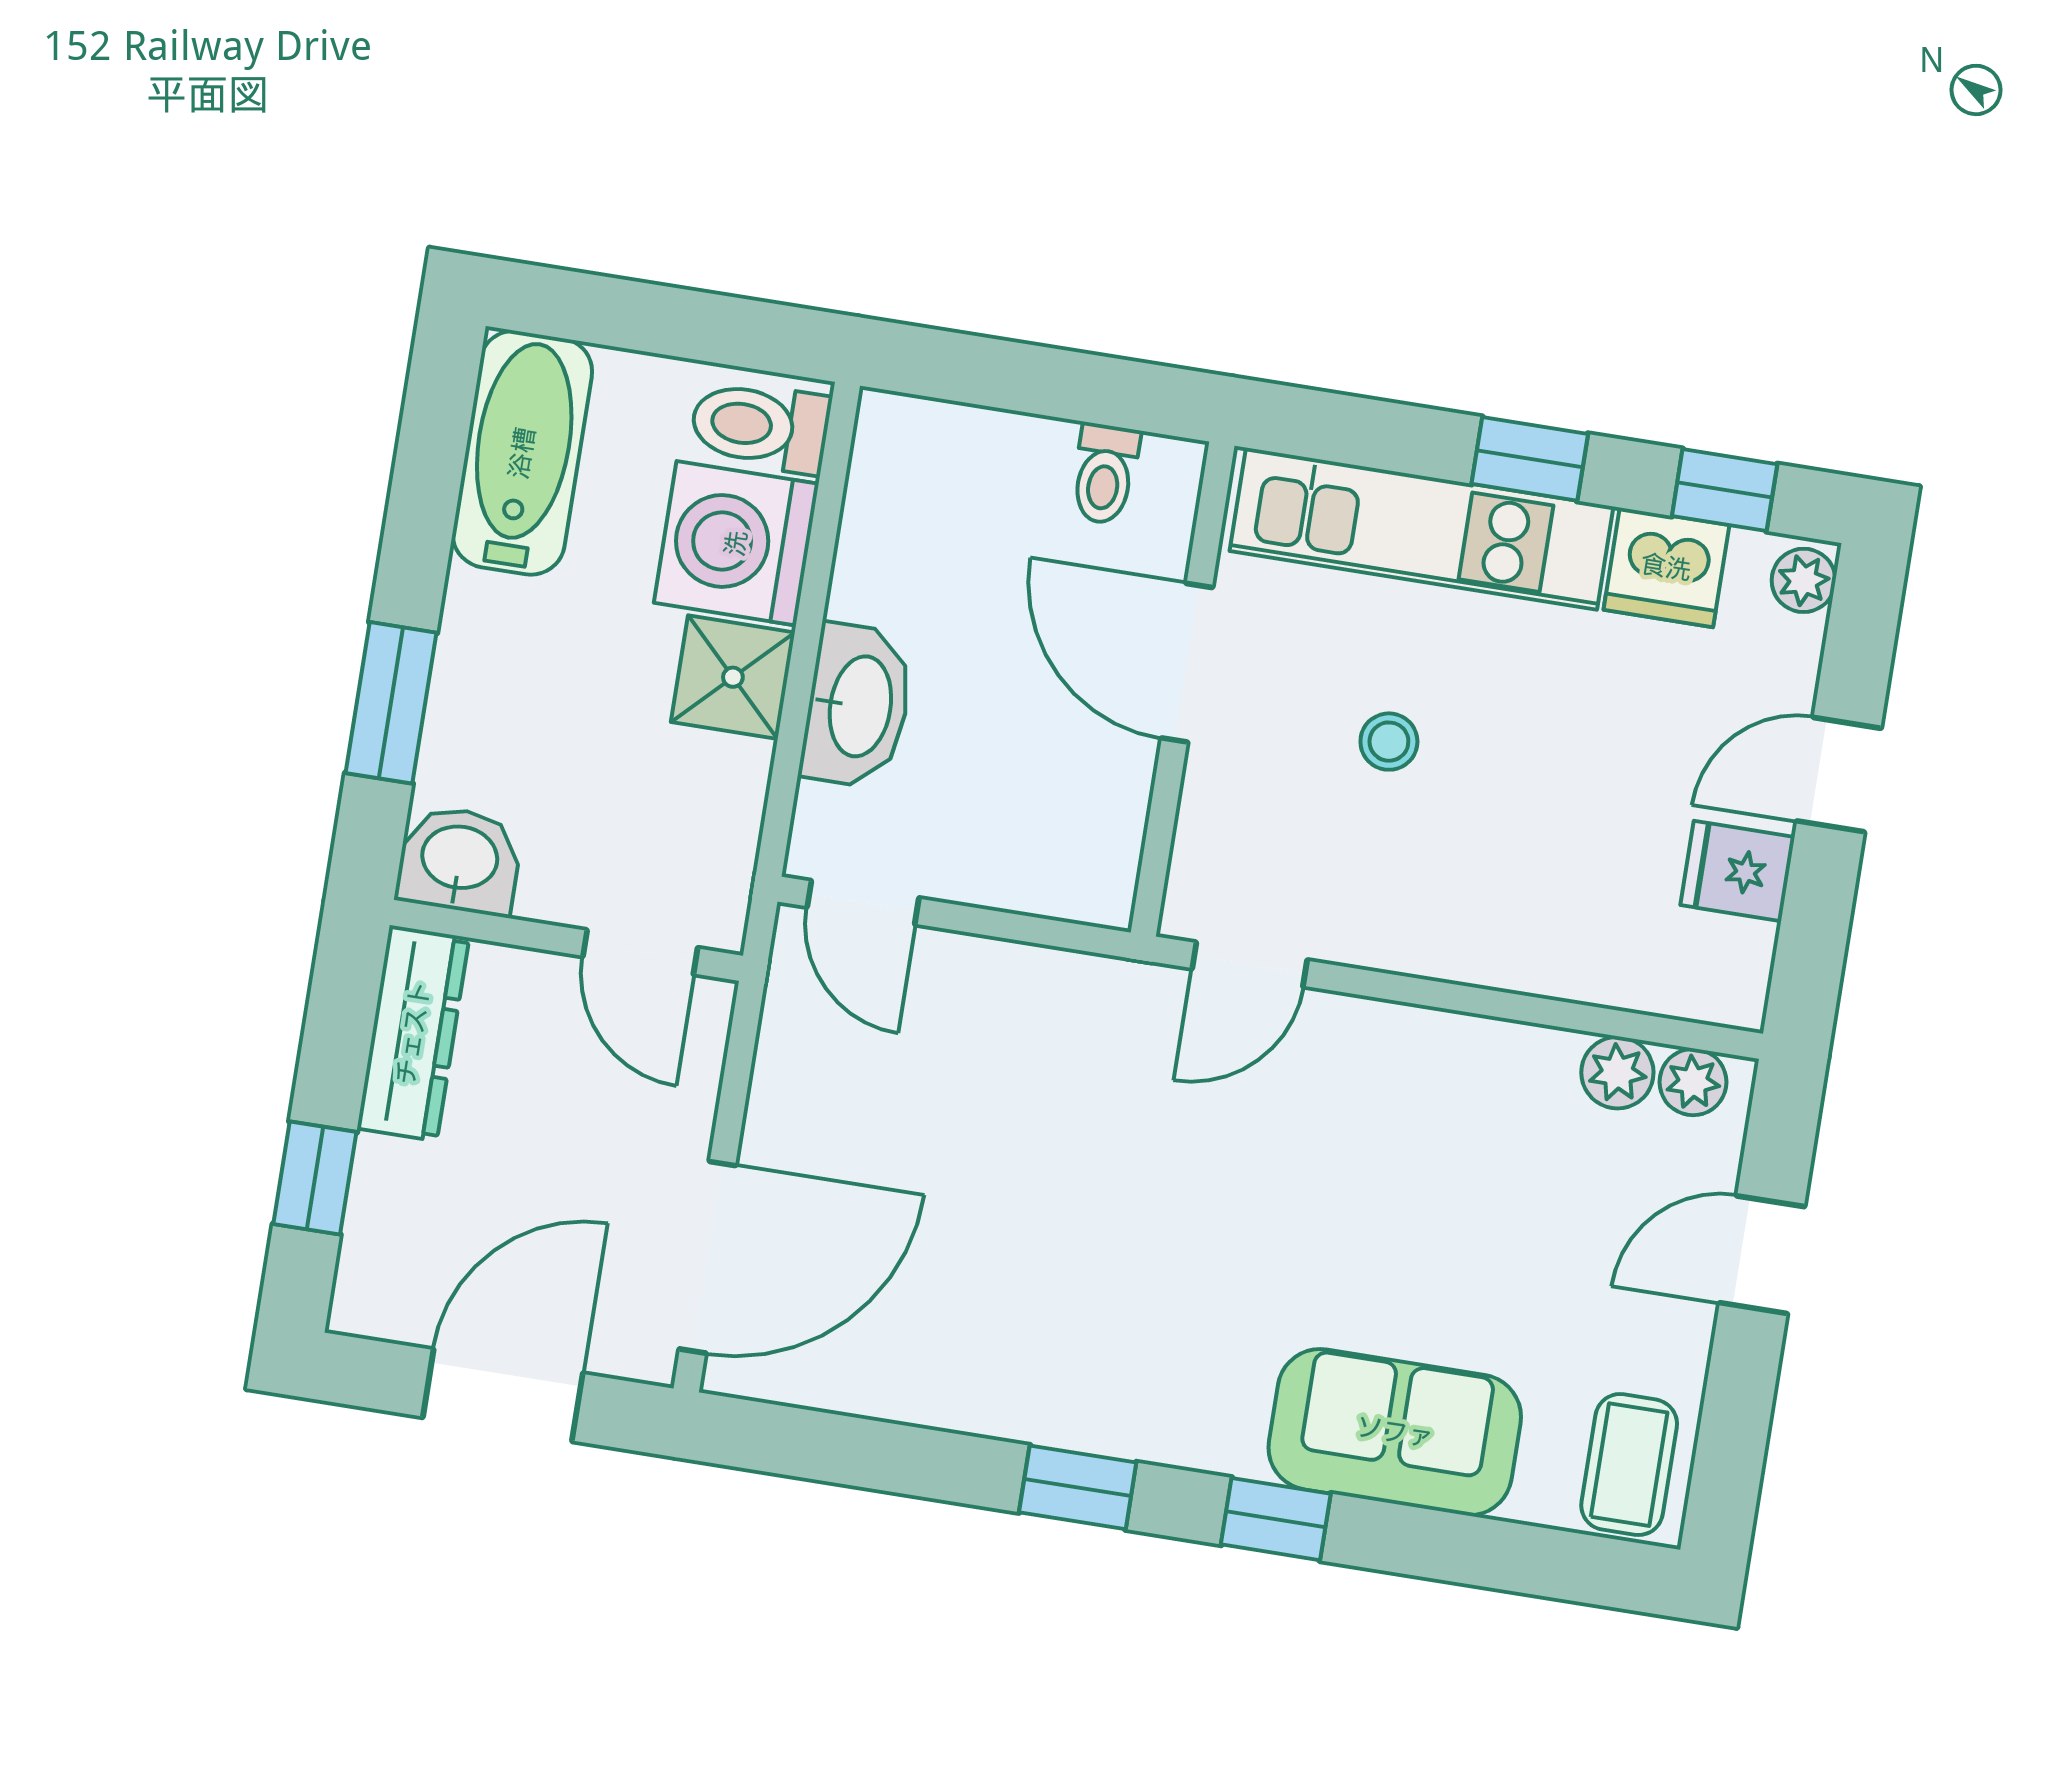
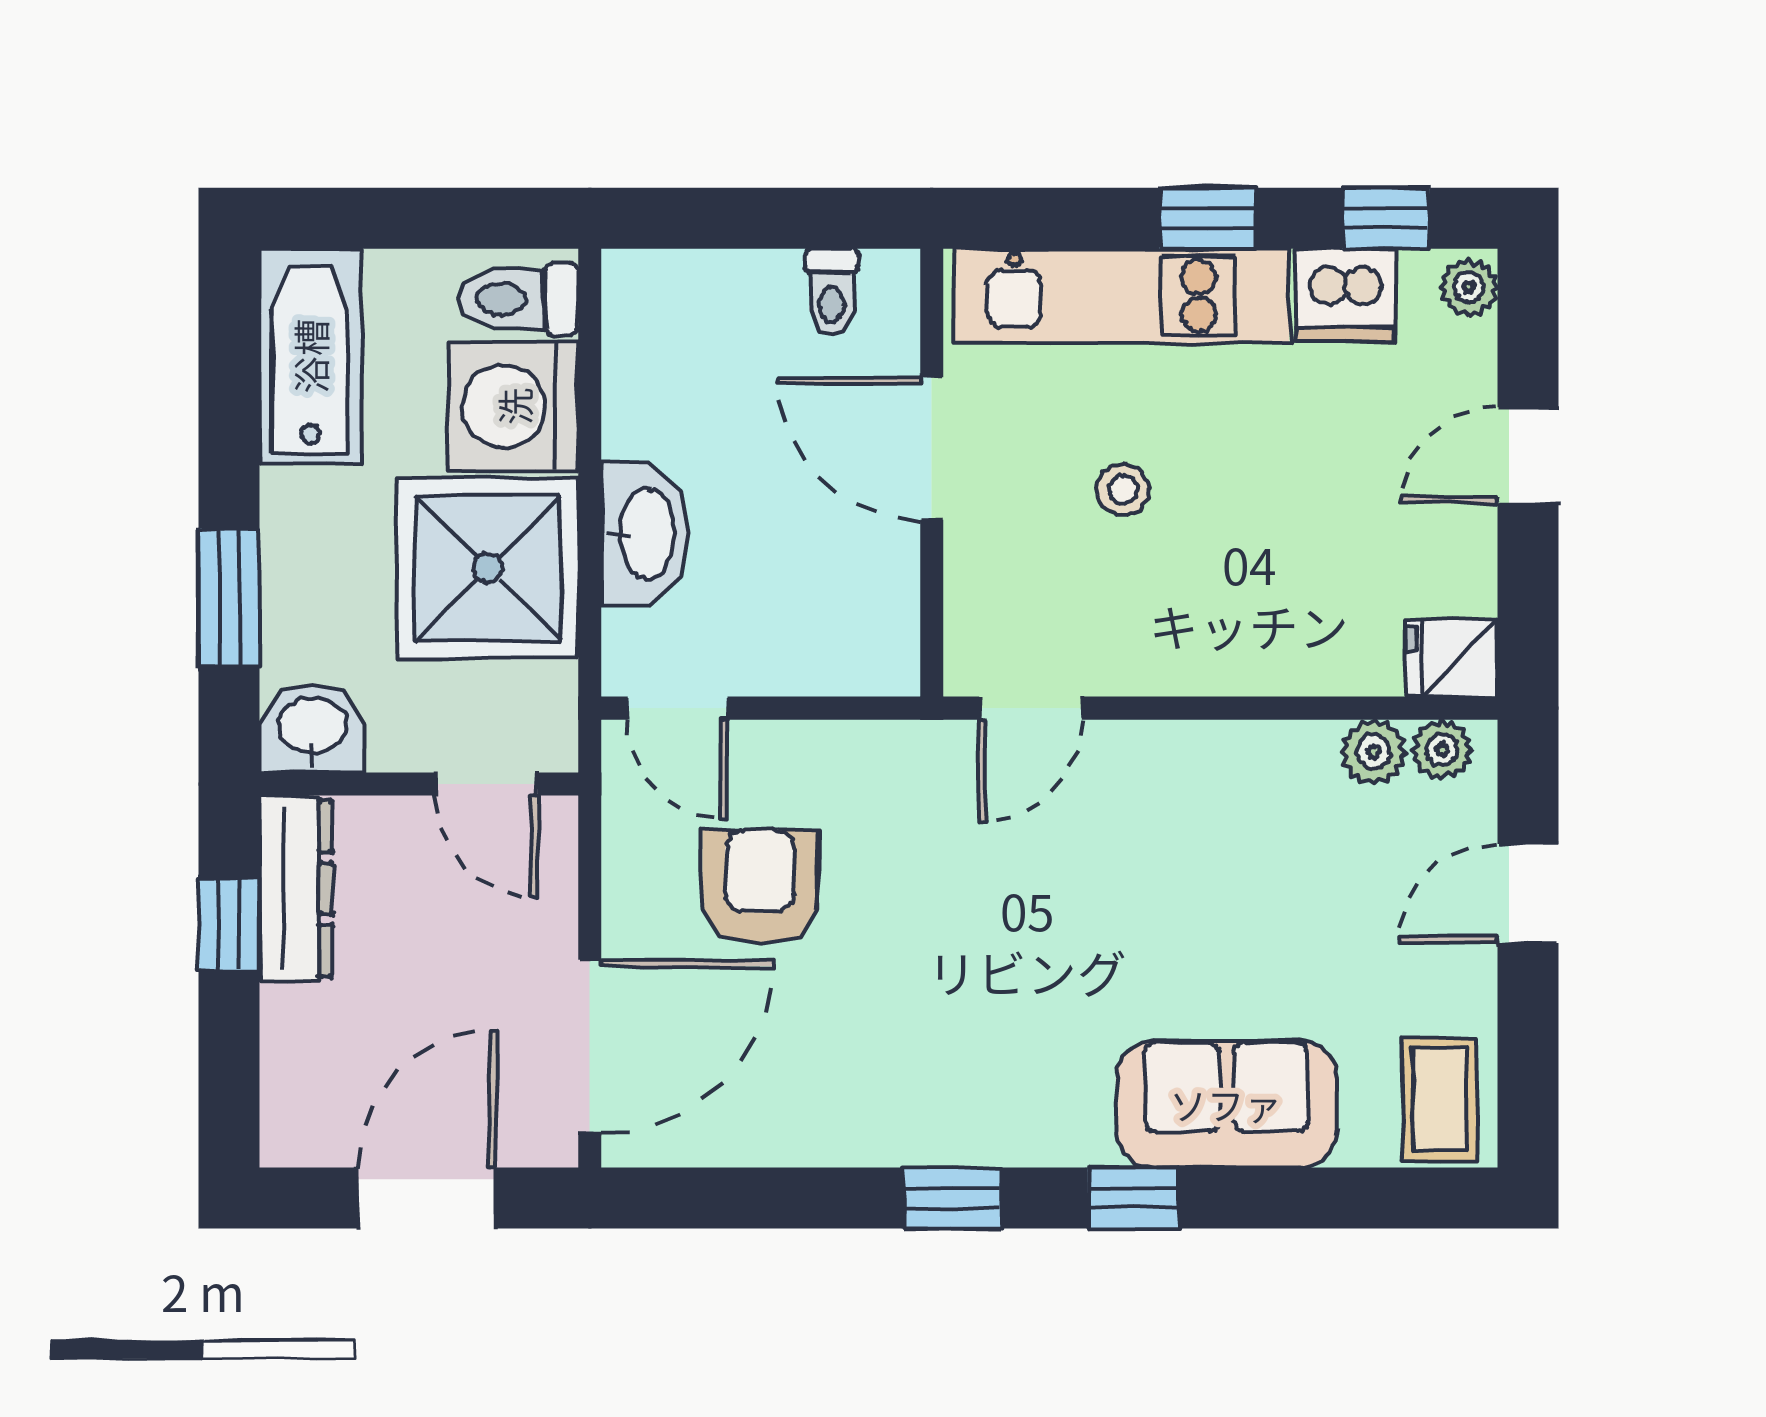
shower: (733, 677) -> (488, 568), width x1.86, depth x1.86
fridge: (1737, 871) -> (1452, 658), moved
armchair: (922, 1113) -> (760, 887), added
window: (315, 1178) -> (229, 924), moved

